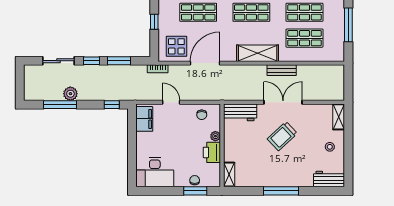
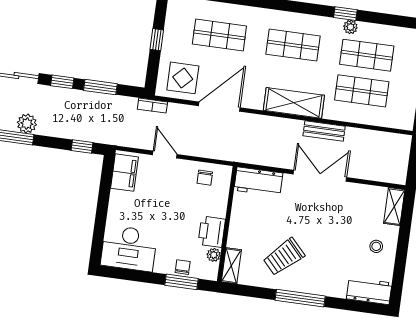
plant: (215, 136) -> (214, 255), moved
trolley: (282, 136) -> (284, 257), moved

